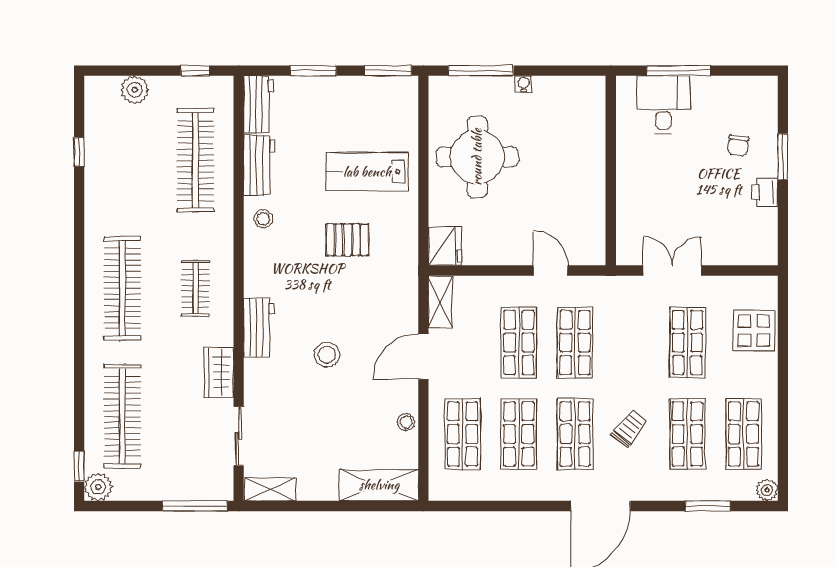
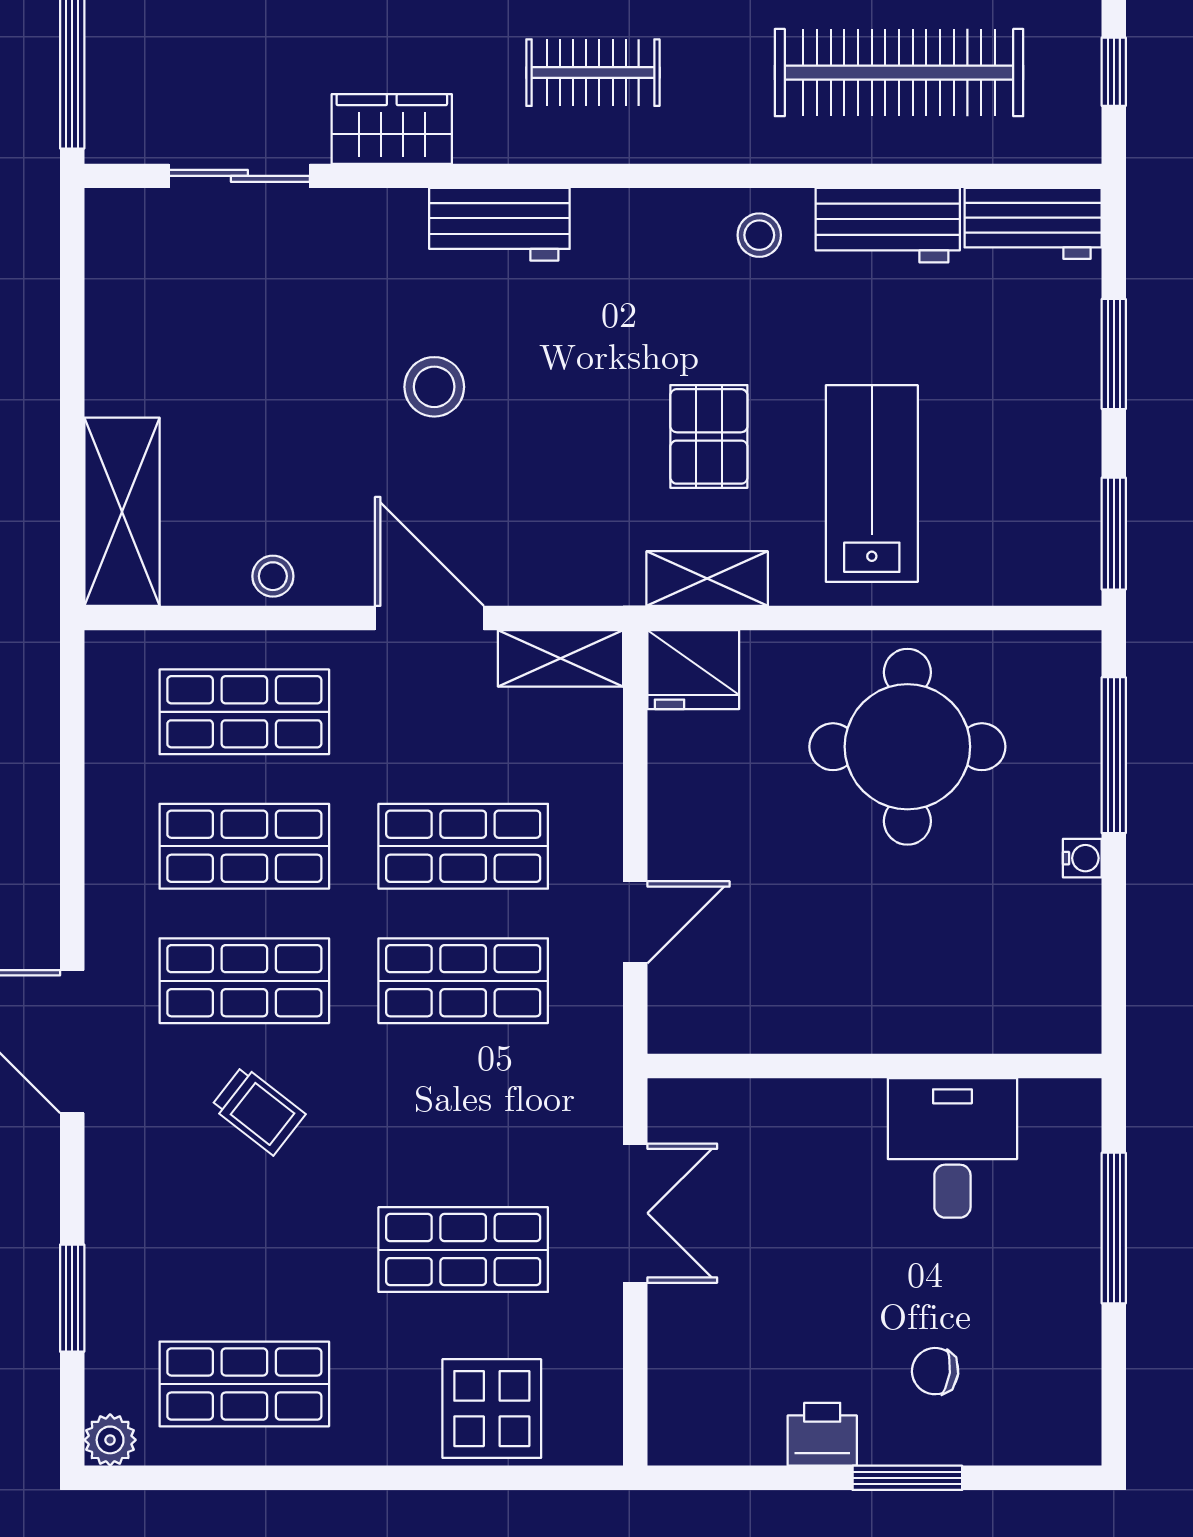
desk: (663, 105) -> (952, 1148), moved, turned -90
shop shelf: (687, 434) -> (244, 1250), removed
shelving: (270, 489) -> (707, 579), moved, turned 90

